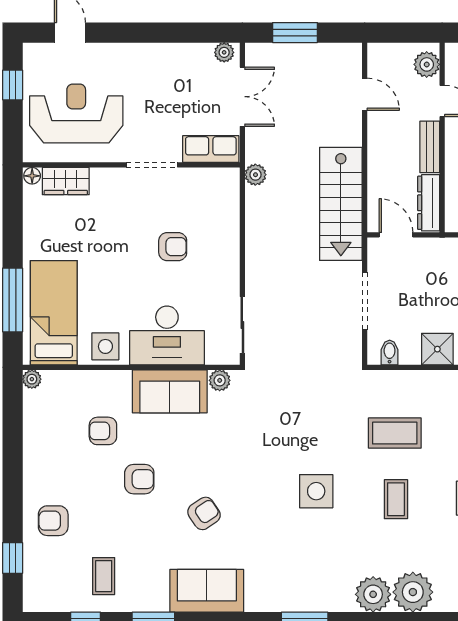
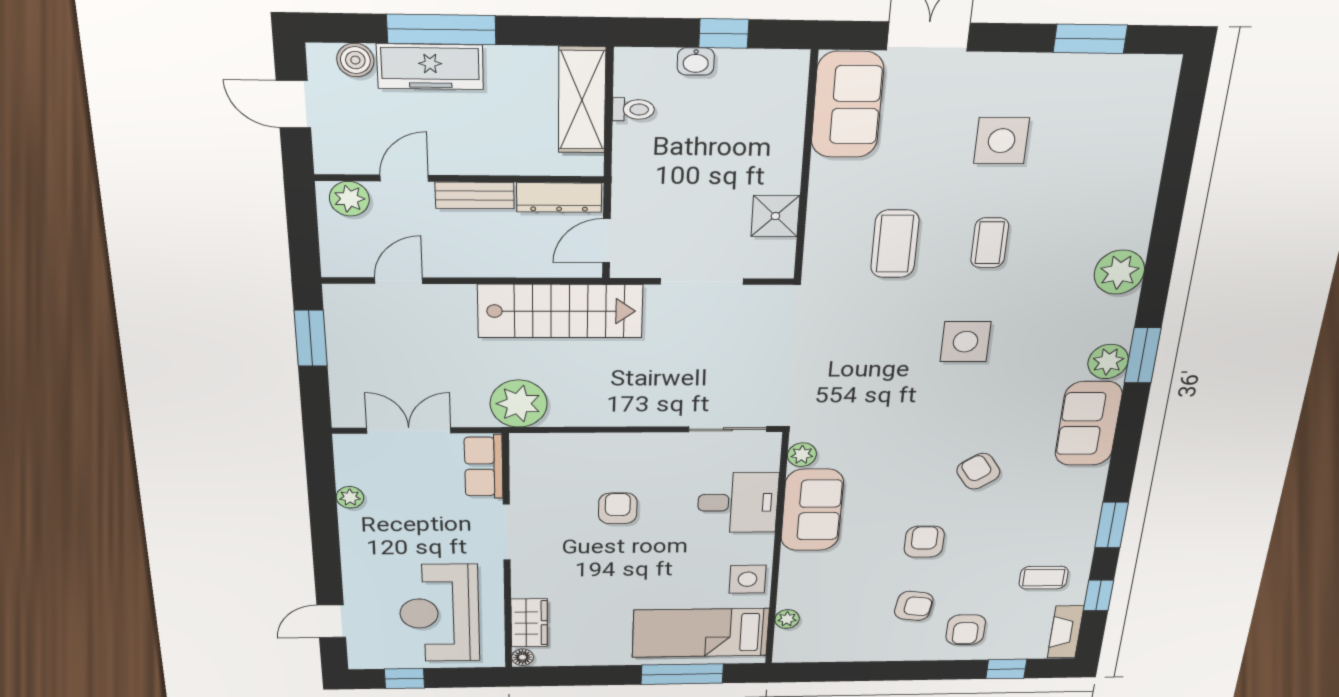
window: (295, 33) -> (311, 338), moved
plant: (224, 52) -> (350, 497), moved
plant: (255, 175) -> (519, 404), width x1.87, depth x1.87
desk: (167, 335) -> (738, 503), width x0.73
shower: (437, 349) -> (775, 216), moved
bidet: (390, 352) -> (778, 250), removed
plant: (32, 379) -> (787, 619), moved
armchair: (103, 431) -> (914, 606), moved, turned -82
coffee table: (396, 499) -> (990, 243), turned 90
sofa: (207, 591) -> (1088, 424), moved
plant: (413, 592) -> (1108, 362), moved, width x0.73, depth x0.73
fireplace: (50, 601) -> (1066, 632), added

